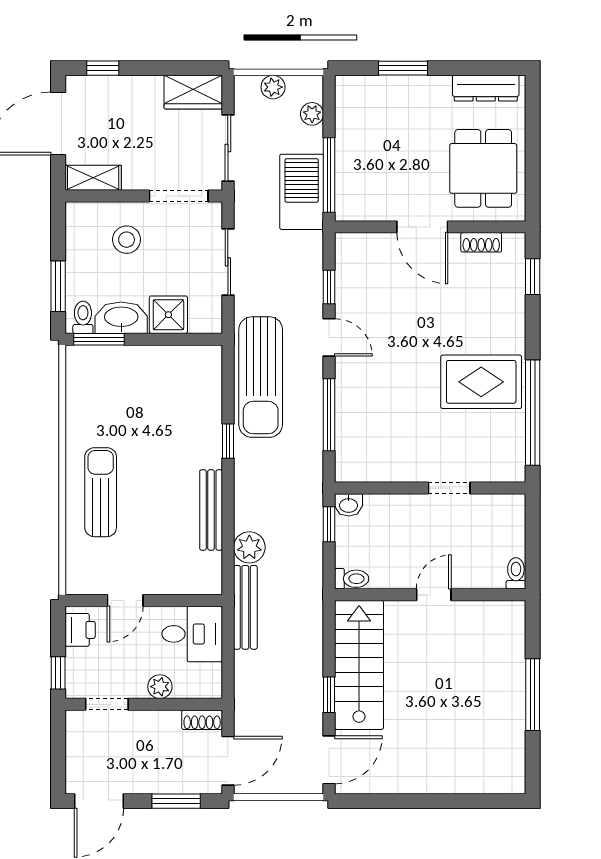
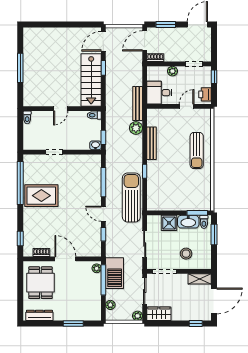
plant: (273, 87) -> (138, 316), moved
plant: (346, 204) -> (97, 268), added

